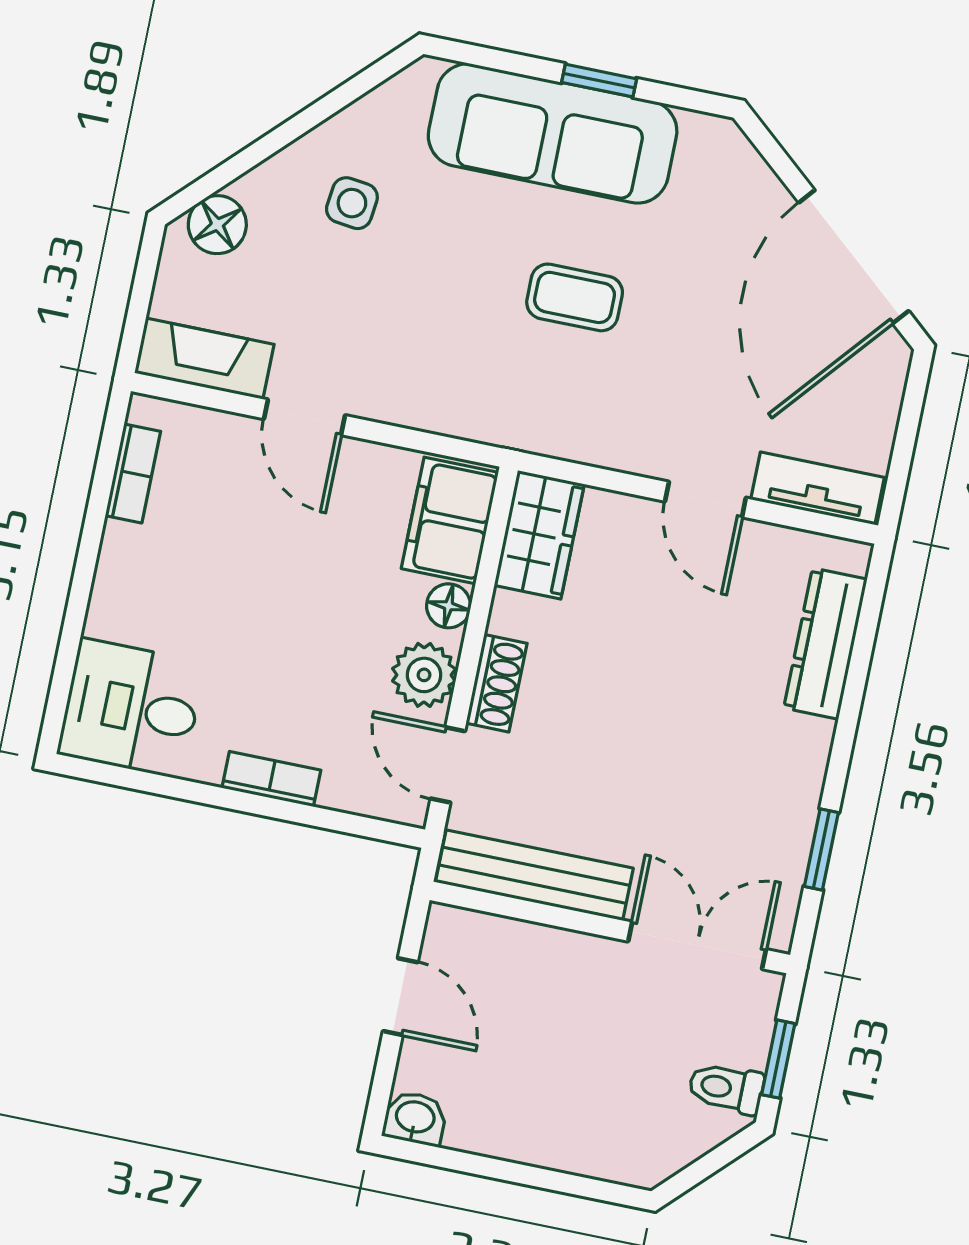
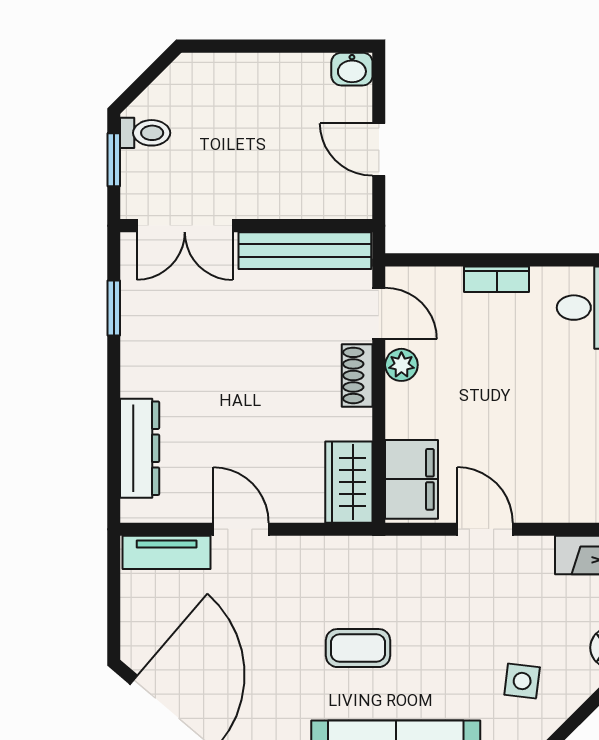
door: (304, 417) -> (485, 529), moved
floor lamp: (449, 606) -> (400, 421), removed
plant: (424, 675) -> (401, 365), width x0.73, depth x0.73

